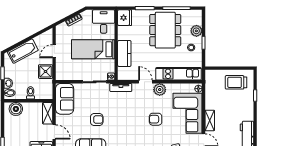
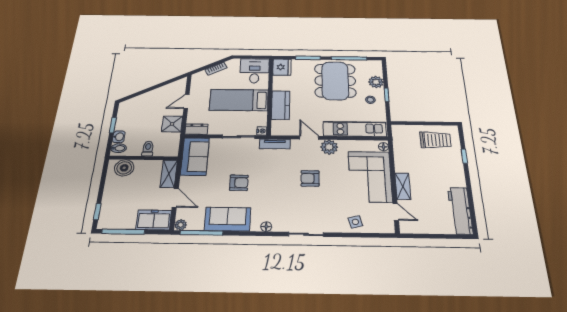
bathtub: (23, 51) -> (145, 101), removed
dresser: (64, 76) -> (196, 129), added
trolley: (236, 82) -> (435, 140), turned 180
armchair: (156, 119) -> (310, 178), moved

